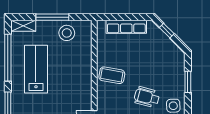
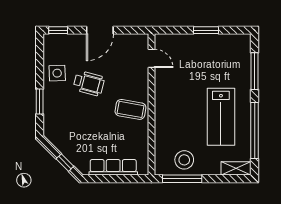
window: (52, 17) -> (182, 179), moved

